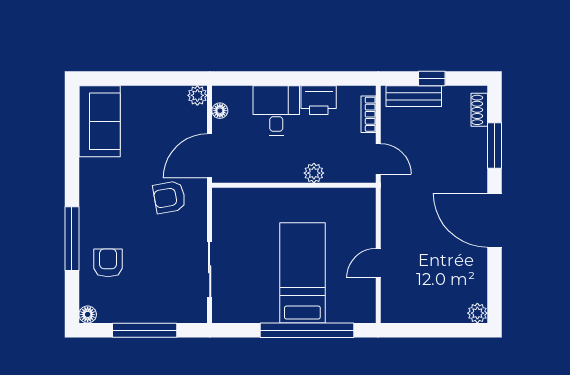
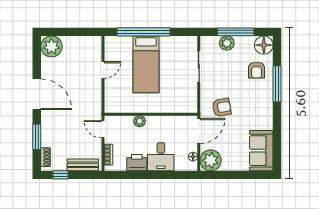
window: (432, 79) -> (61, 175), moved
plant: (197, 95) -> (211, 160), width x1.88, depth x1.88
plant: (160, 310) -> (227, 43), added
plant: (477, 313) -> (51, 47), width x1.87, depth x1.87
floor lamp: (88, 314) -> (264, 45), width x1.89, depth x1.89

